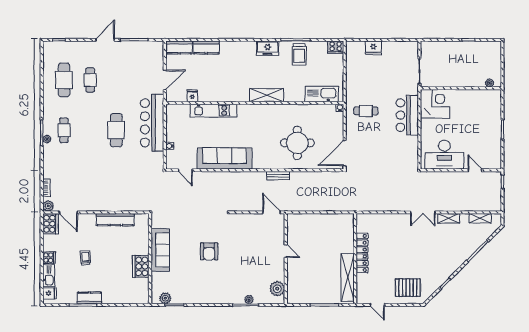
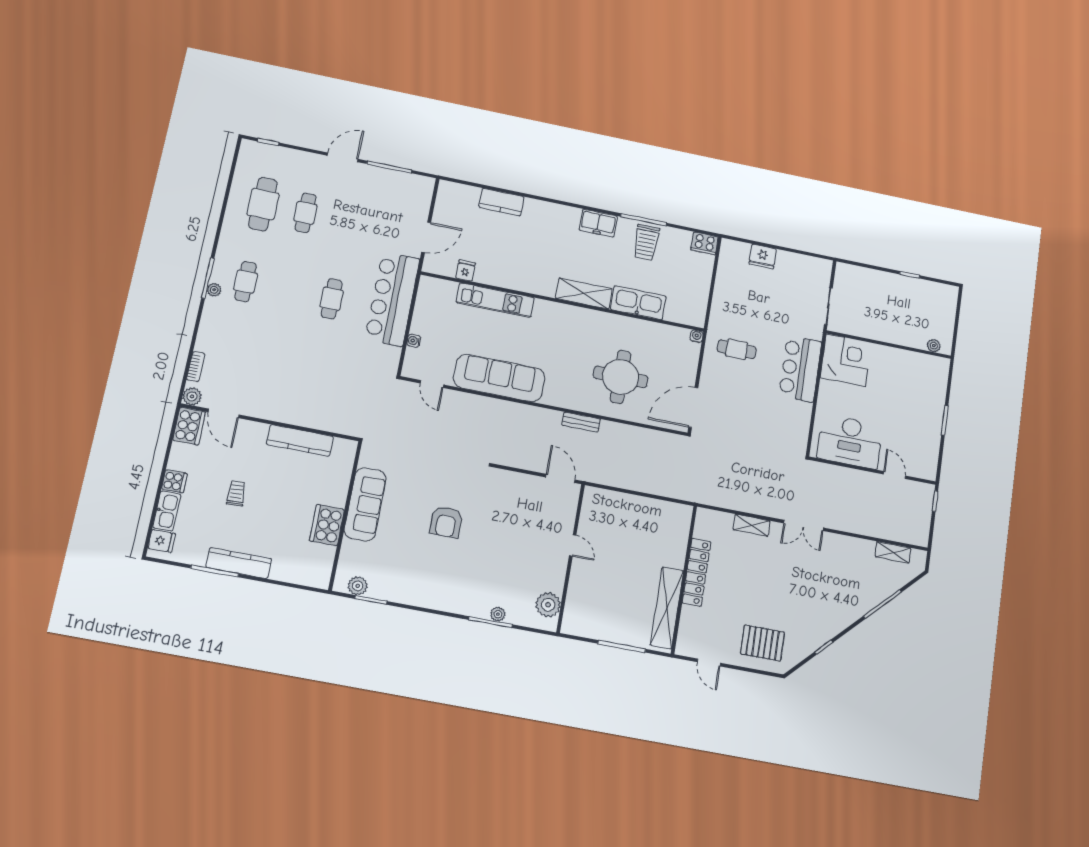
kitchen counter: (179, 47) -> (458, 193), removed
kitchen sink: (322, 94) -> (638, 303), moved
cafe table: (116, 130) -> (332, 299), width x0.73, depth x0.74
shelving: (449, 218) -> (752, 525), moved
kitchen counter: (89, 298) -> (239, 563), width x1.50

